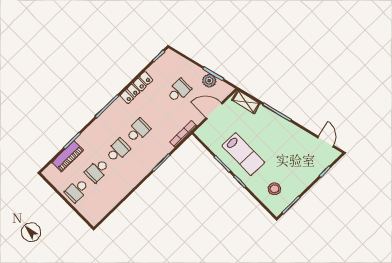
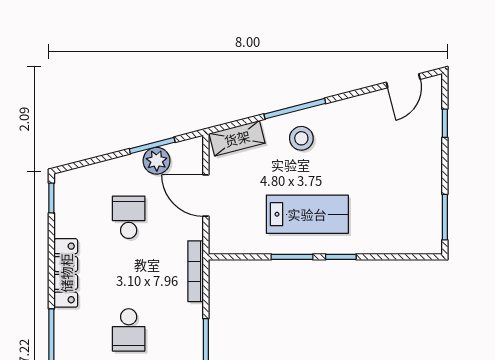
door: (214, 111) -> (206, 195), hinge flipped
school desk: (138, 131) -> (129, 330), turned 180
door: (326, 142) -> (403, 81), swing flipped
stool: (274, 189) -> (301, 138), moved

